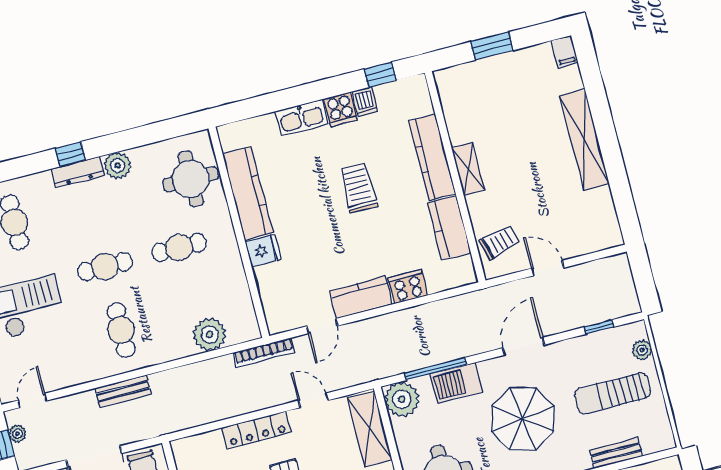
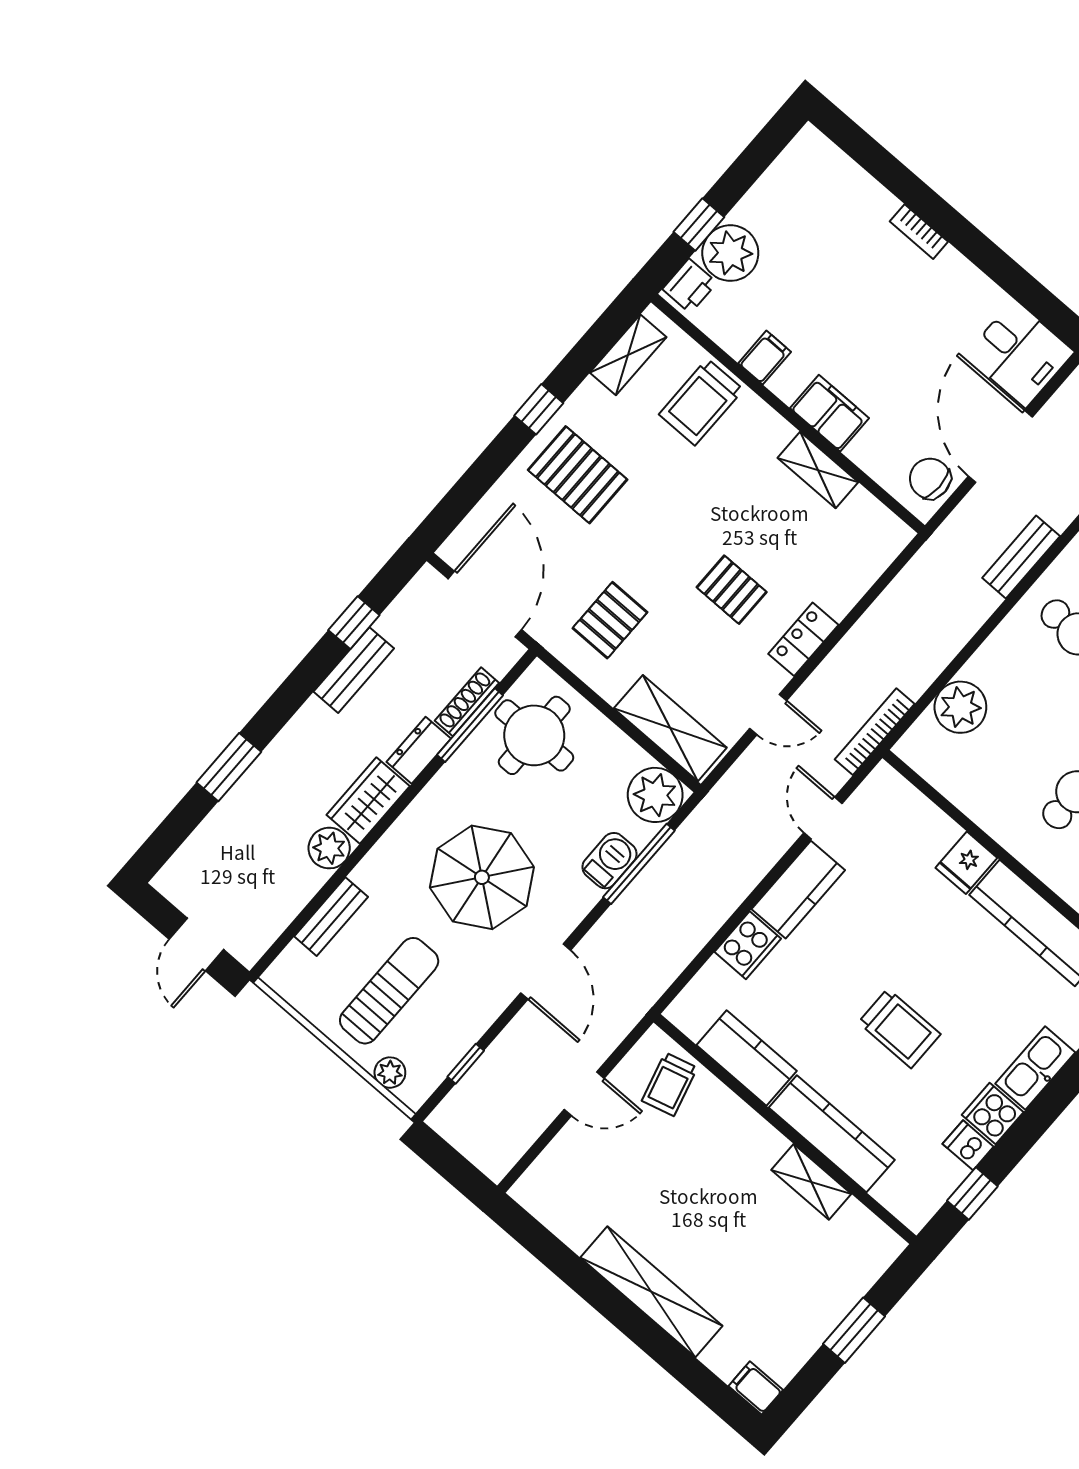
shelving: (468, 169) -> (811, 1182), moved
barbecue: (457, 383) -> (610, 861), width x0.73, depth x0.79
locker: (256, 430) -> (803, 639), width x0.66

